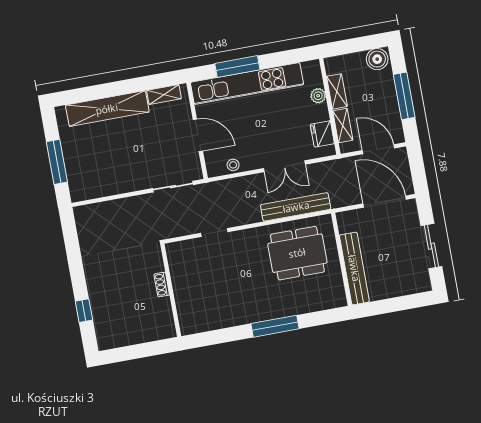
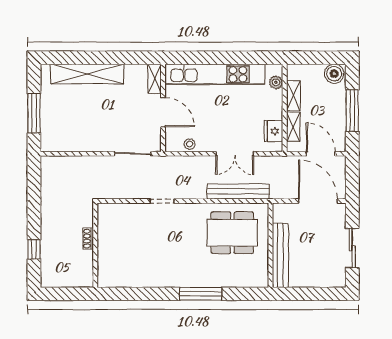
window: (237, 67) -> (209, 58), removed
shelving: (164, 94) -> (155, 79), moved, turned 90
plant: (318, 96) -> (276, 82), moved
shoe rack: (162, 284) -> (88, 239), moved
wall: (171, 290) -> (95, 245), moved

